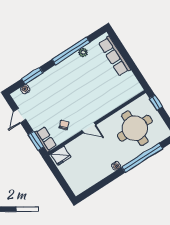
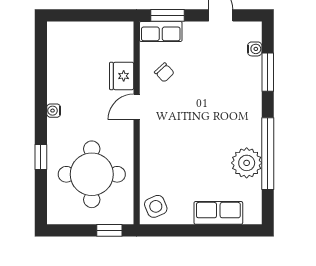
plant: (83, 52) -> (247, 163), width x1.88, depth x1.88
row of seats: (114, 56) -> (218, 213), width x0.68
side table: (130, 88) -> (156, 206), added
fridge: (61, 156) -> (122, 76), moved
window: (142, 158) -> (41, 157), width x0.32

